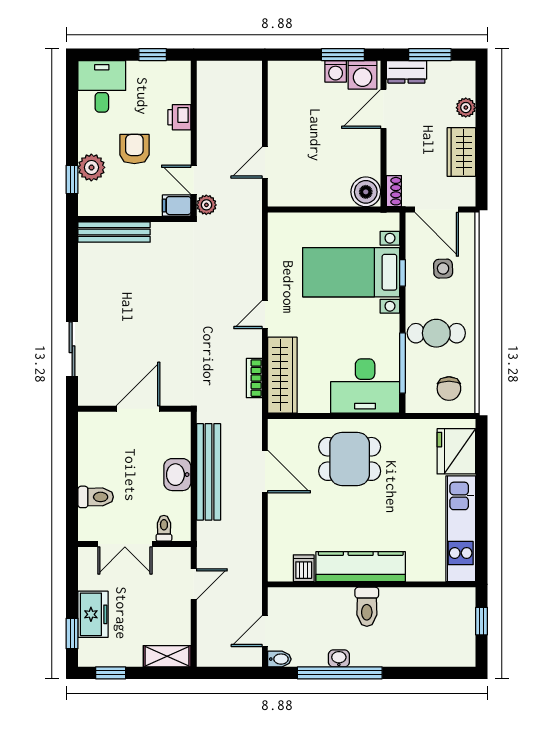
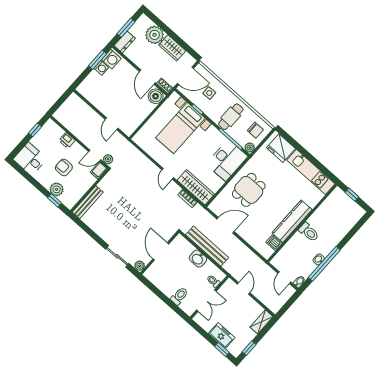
plant: (466, 108) -> (155, 35), width x1.88, depth x1.88
door: (383, 109) -> (147, 77), moved
plant: (88, 396) -> (140, 266), added
plant: (415, 403) -> (250, 147), added

